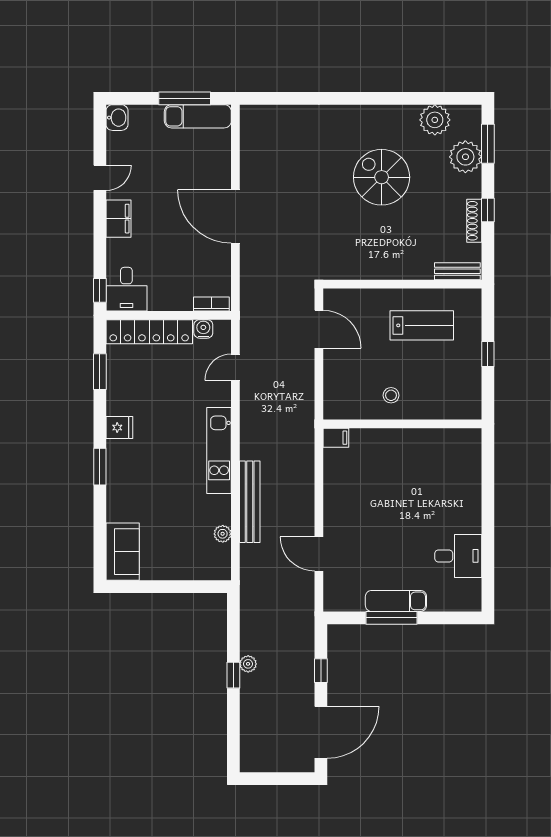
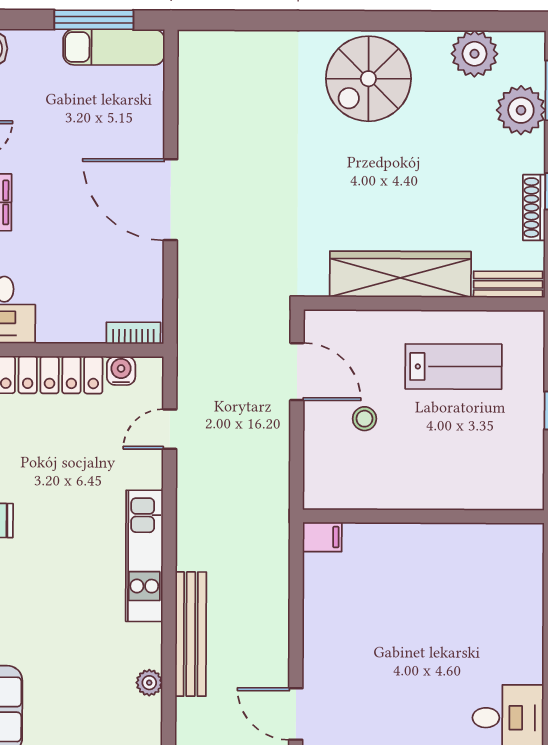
spiral stairs: (382, 177) -> (368, 79), moved, turned -90
wardrobe: (387, 265) -> (400, 274), added
stool: (391, 395) -> (364, 419), moved

